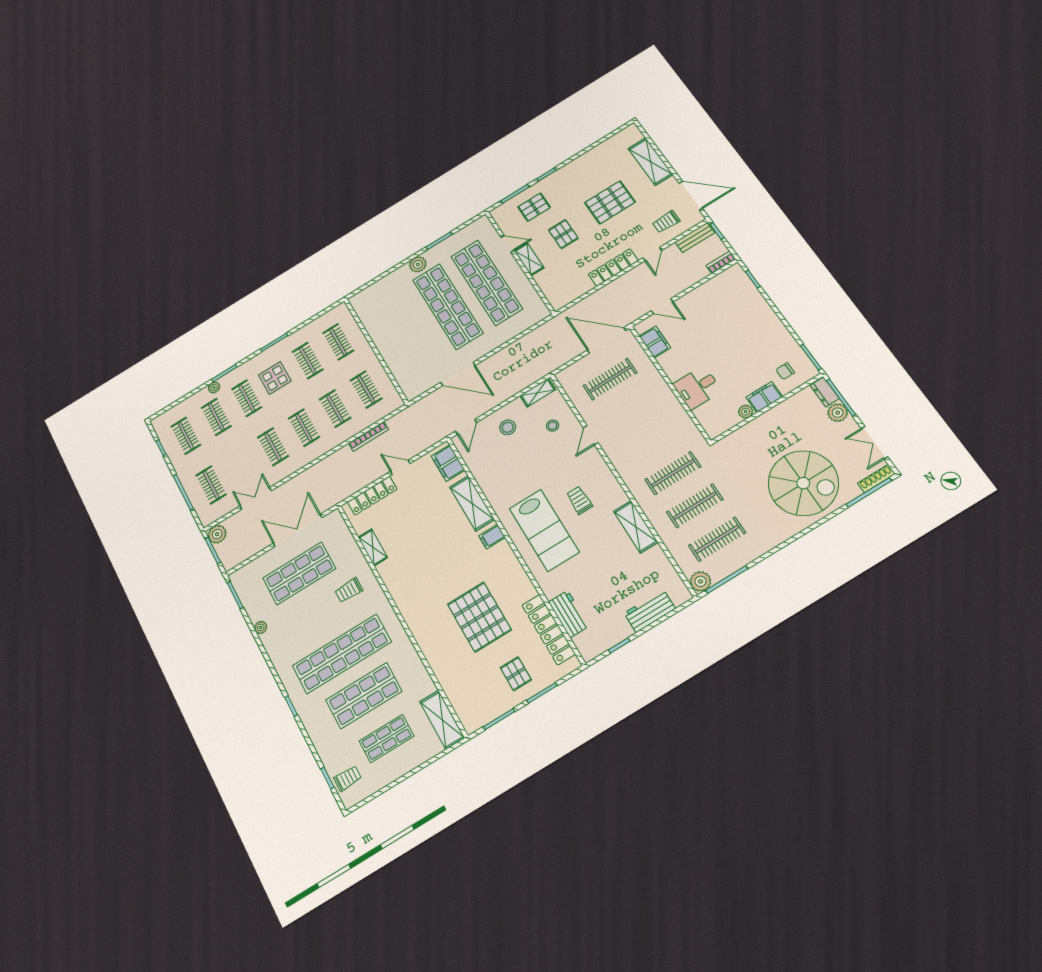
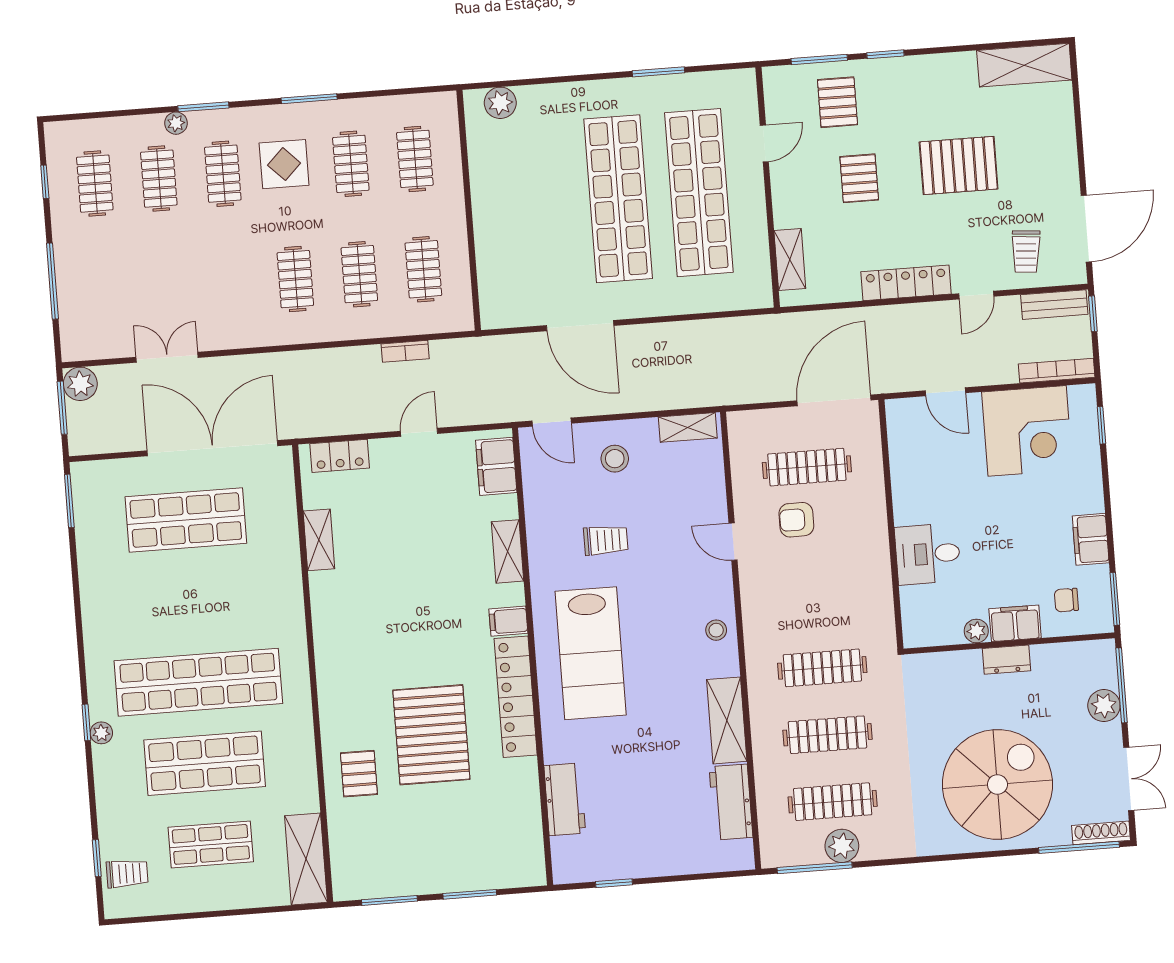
shelving: (650, 162) -> (1024, 65), moved, turned 90
door: (691, 196) -> (1086, 229), hinge flipped
pallet: (534, 207) -> (837, 102), turned 90
trolley: (666, 222) -> (1026, 252), turned -85
door: (508, 244) -> (764, 143), hinge flipped
shelving: (529, 259) -> (790, 259), moved
bookcase: (721, 262) -> (1057, 371), width x1.56
plant: (418, 264) -> (500, 103), moved
corner desk: (715, 302) -> (1027, 431), added
door: (607, 340) -> (834, 400), hinge flipped
filing cabinet: (655, 342) -> (1091, 539), moved, turned 180
dresser: (825, 392) -> (1006, 660), moved, turned -90
armchair: (618, 407) -> (796, 520), added
stool: (553, 426) -> (716, 630), moved
door: (466, 427) -> (552, 422), hinge flipped
door: (591, 435) -> (733, 542), hinge flipped
bookcase: (368, 436) -> (405, 351), width x0.64
double door: (874, 443) -> (1129, 779), swing flipped
clothes rail: (273, 447) -> (231, 284), removed
door: (400, 467) -> (419, 432), hinge flipped
spiral stairs: (803, 483) -> (997, 784), turned -90
clothes rail: (211, 485) -> (103, 294), removed
locker: (372, 496) -> (340, 456), width x0.66
trolley: (579, 500) -> (606, 540), moved, turned 90
shelving: (472, 503) -> (507, 551), width x0.67, depth x0.75
double door: (298, 530) -> (212, 448), width x1.36
plant: (701, 581) -> (842, 846), moved
trolley: (349, 590) -> (252, 588), removed
workbench: (650, 611) -> (731, 802), moved, turned -90
plant: (261, 627) -> (101, 733), moved
locker: (549, 630) -> (516, 697), moved
pallet: (516, 674) -> (359, 774), moved

